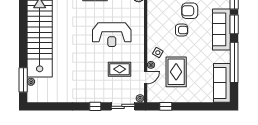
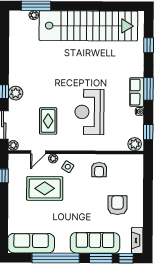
armchair: (182, 30) -> (99, 170), moved
door: (146, 77) -> (38, 152), hinge flipped
plant: (96, 97) -> (16, 93), added

